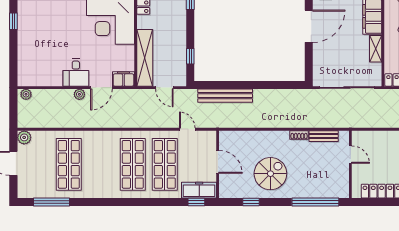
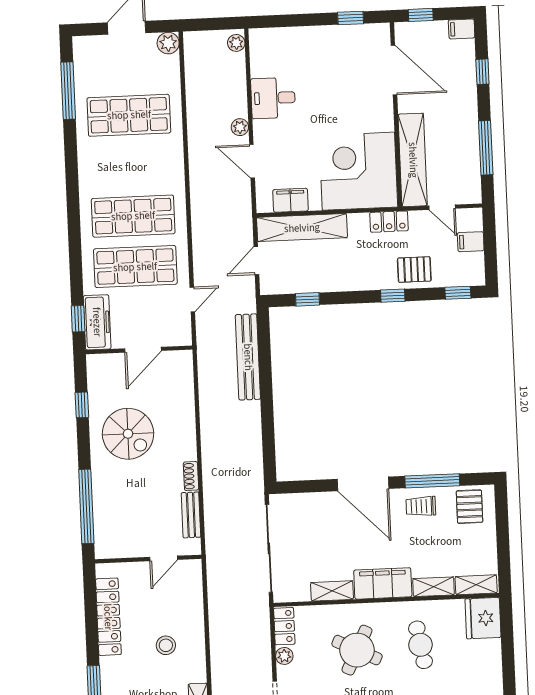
desk: (76, 72) -> (273, 98), moved
filing cabinet: (123, 79) -> (291, 200), moved, turned -90

